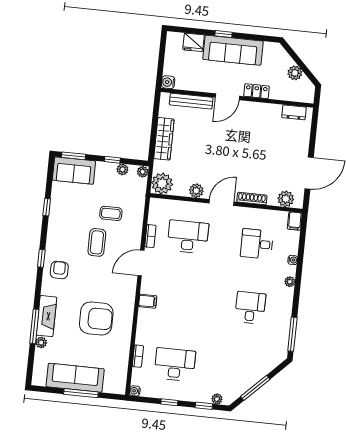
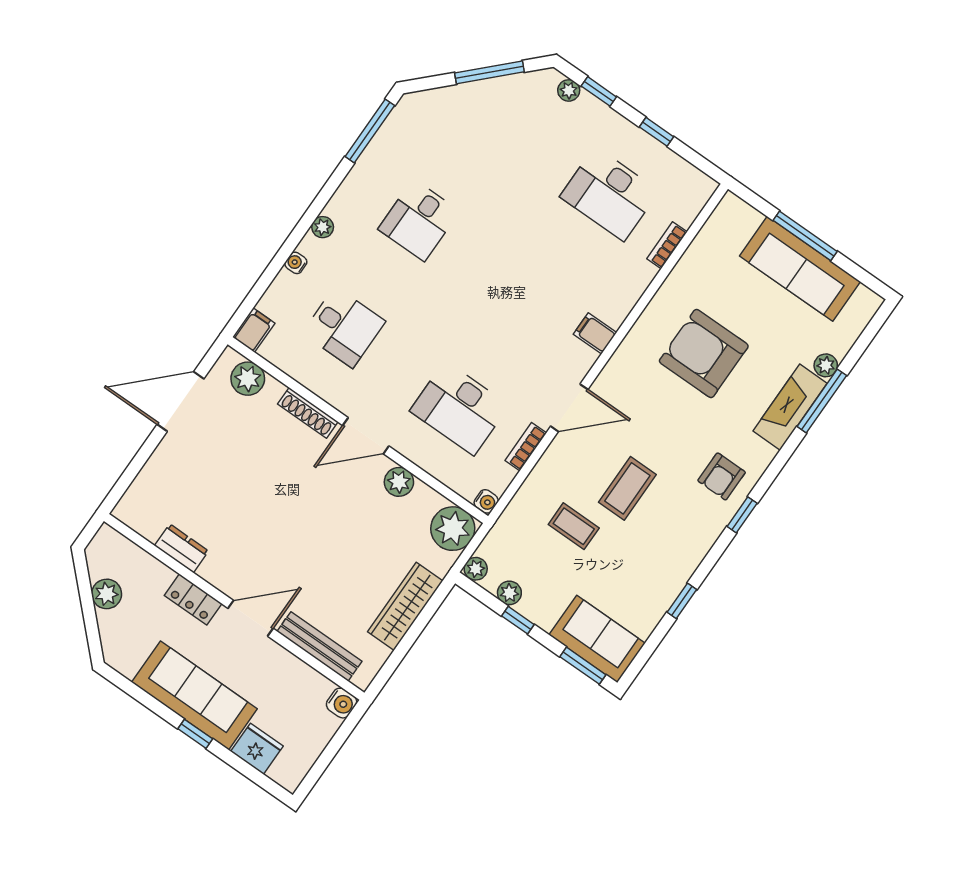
dresser: (294, 112) -> (181, 548), moved
water cooler: (135, 391) -> (486, 501), moved

